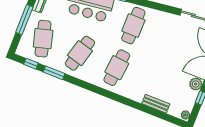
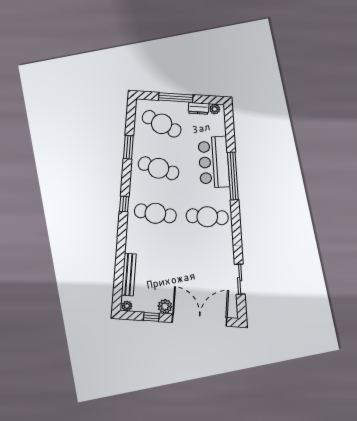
cafe table: (43, 39) -> (162, 124), turned 39
window: (31, 64) -> (124, 204), moved
bench: (156, 104) -> (129, 275), width x1.36

